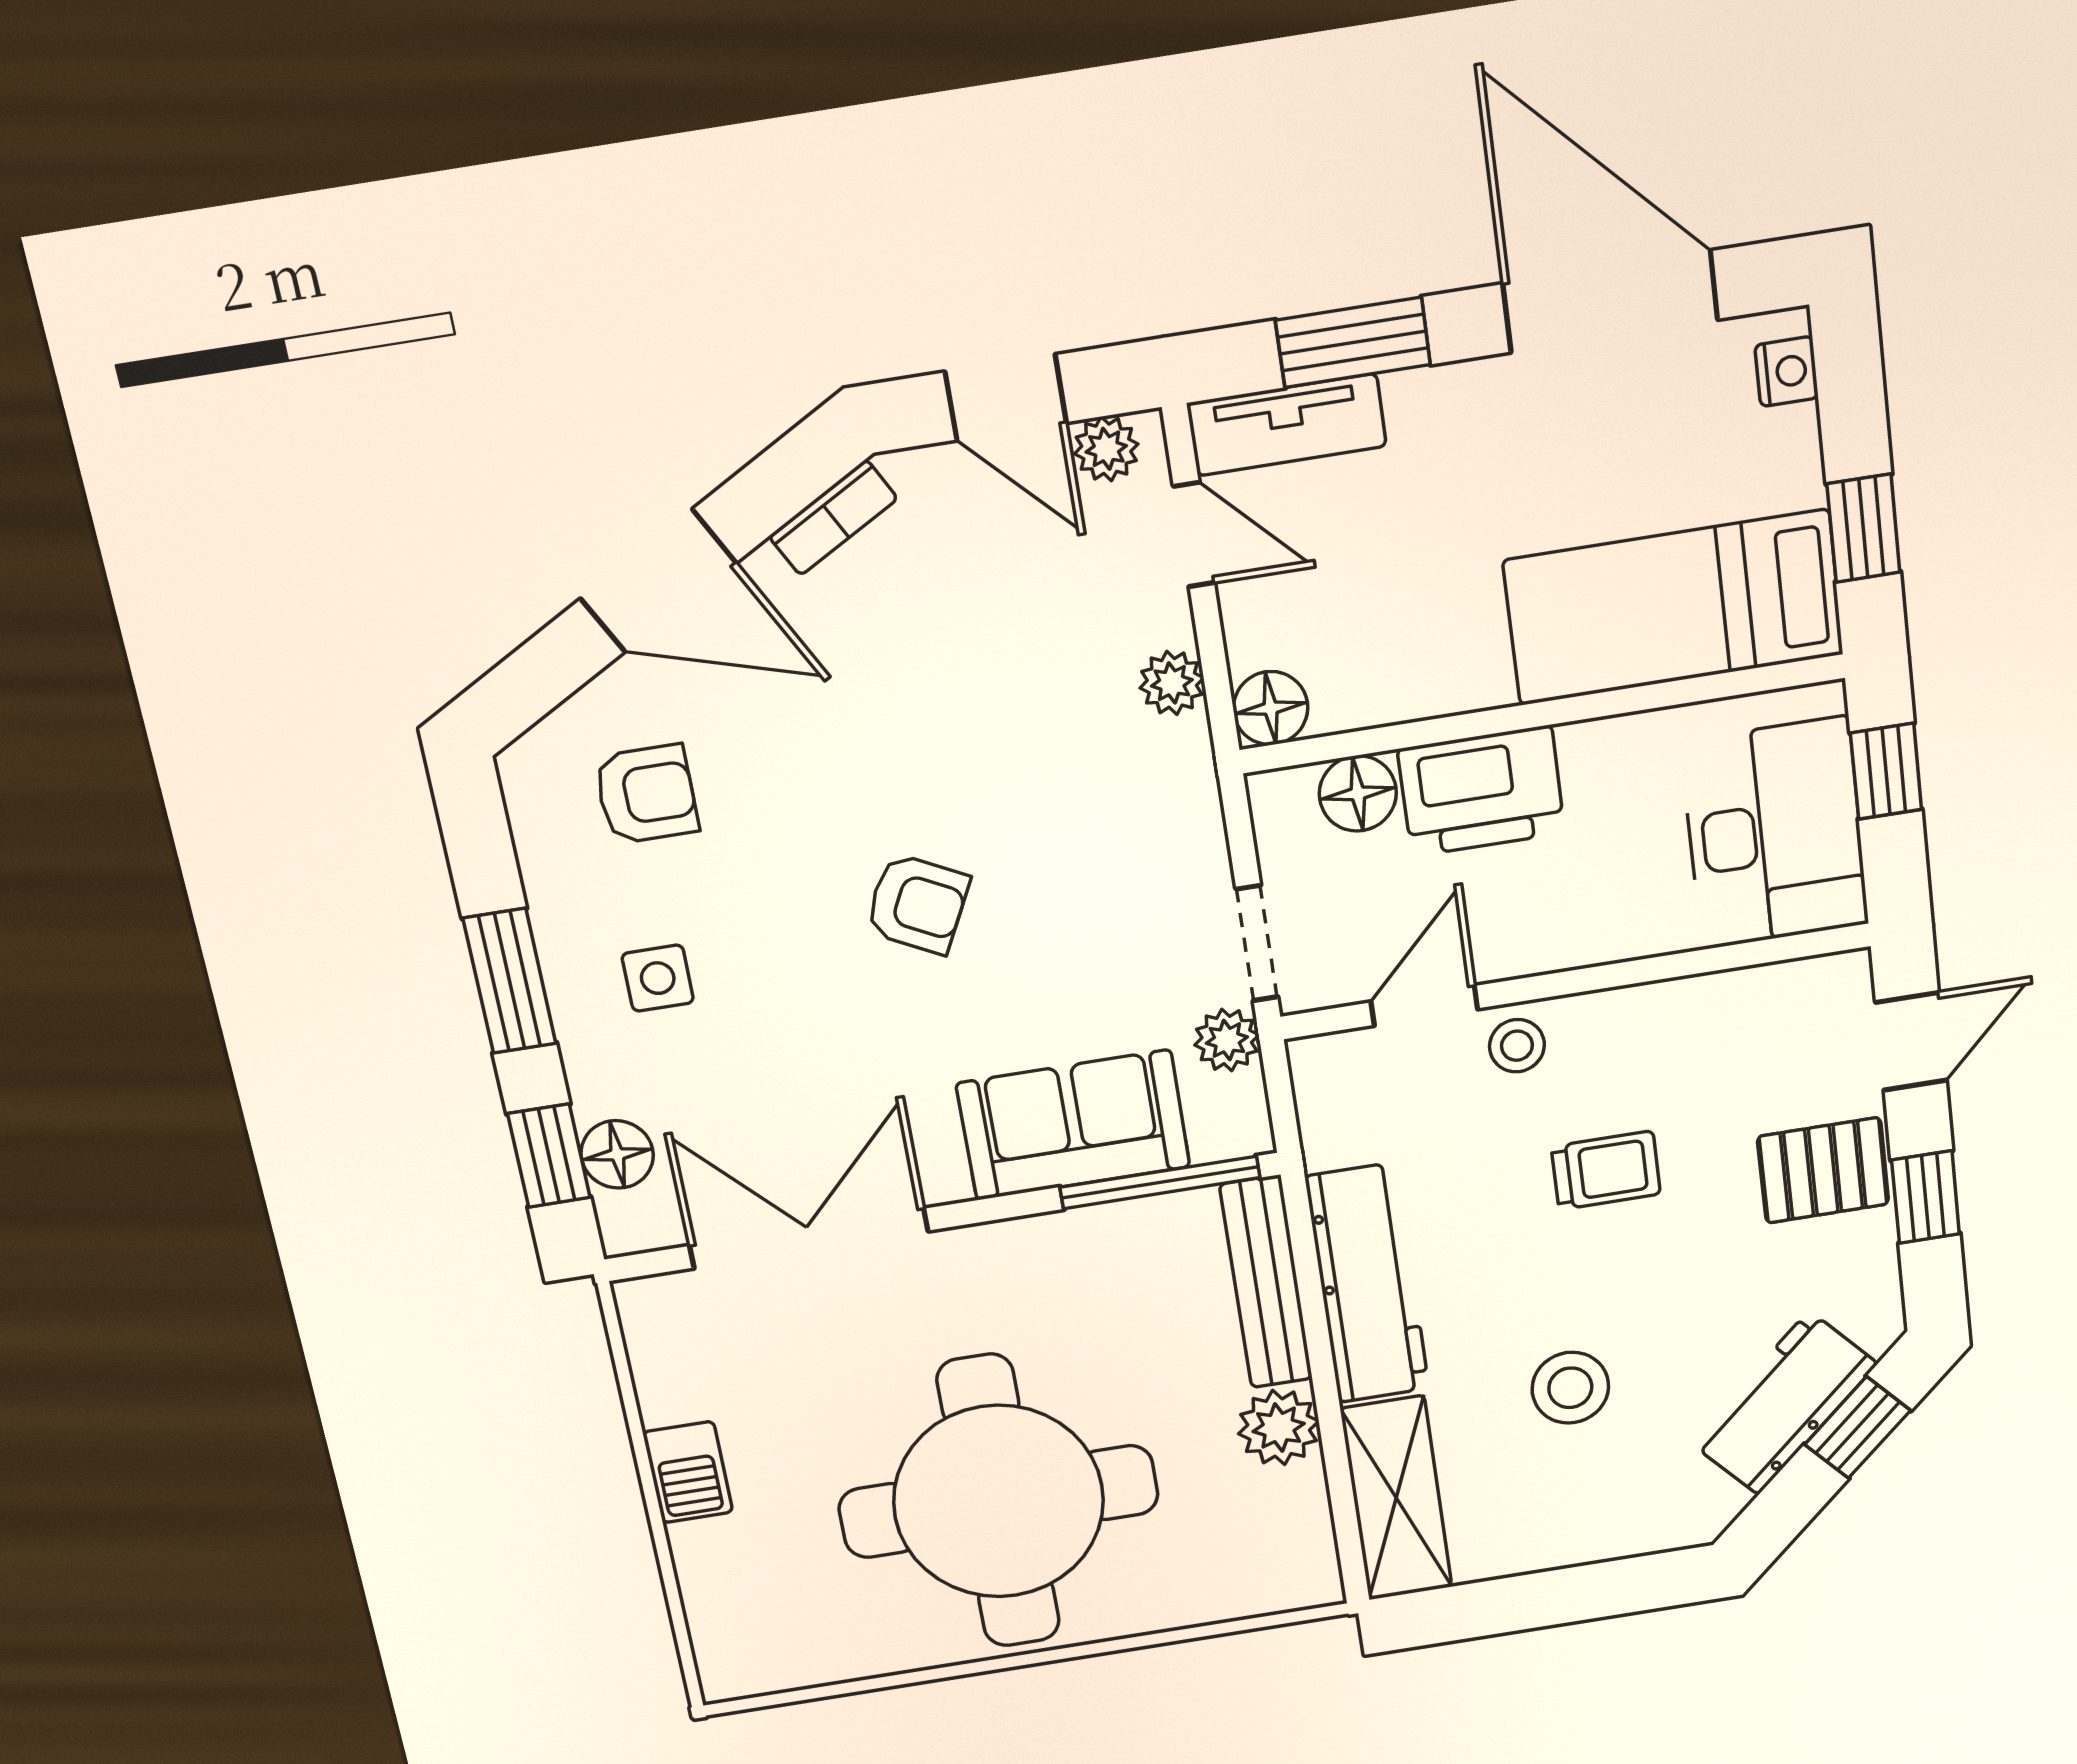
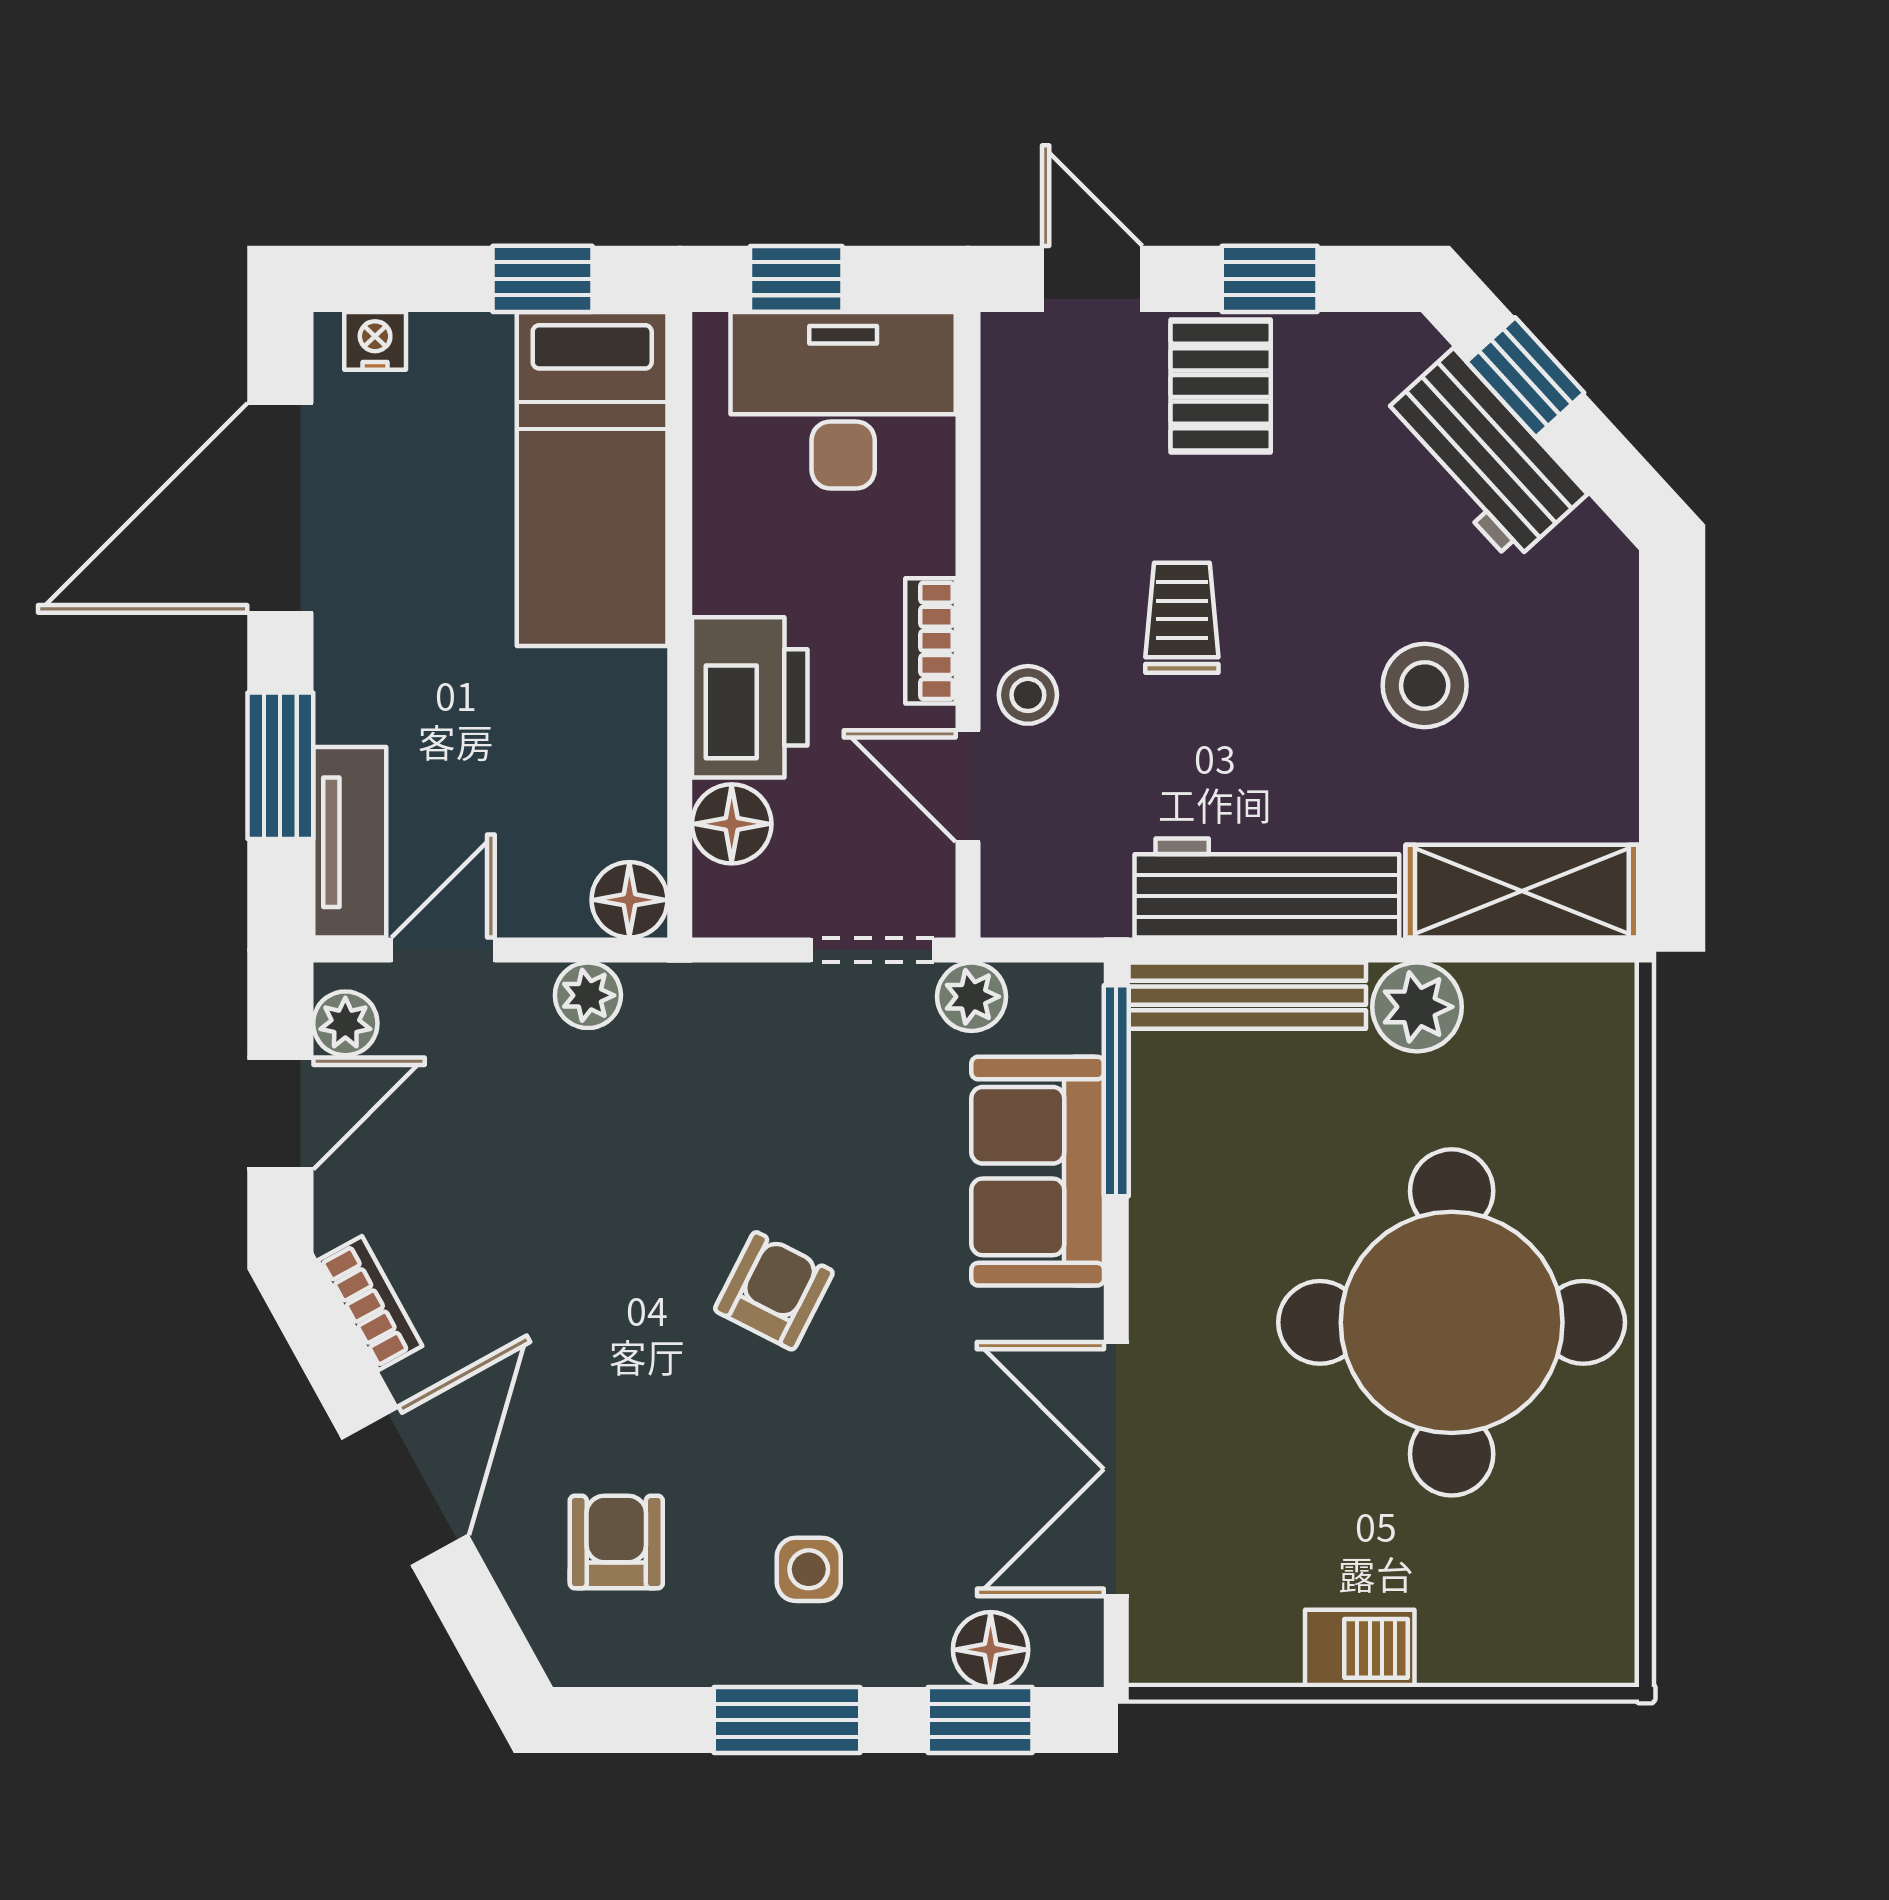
bookcase: (1556, 950) -> (931, 641), added

